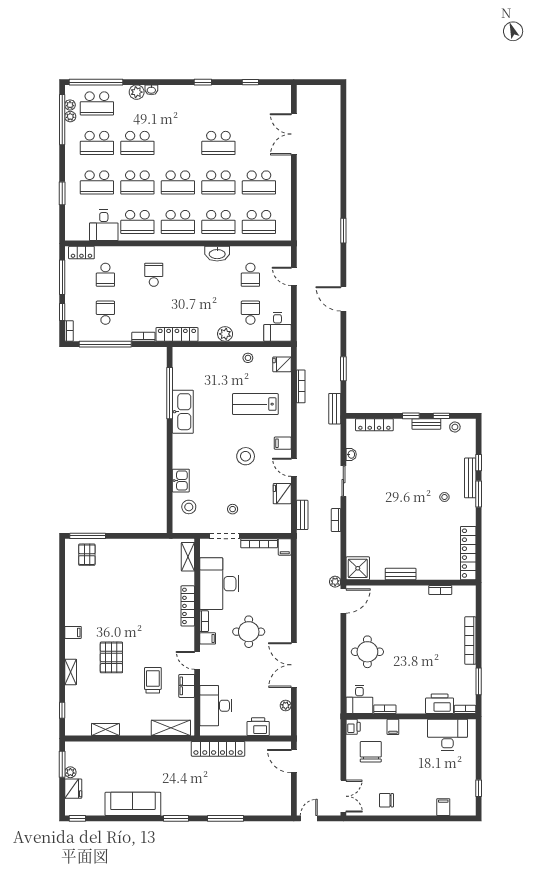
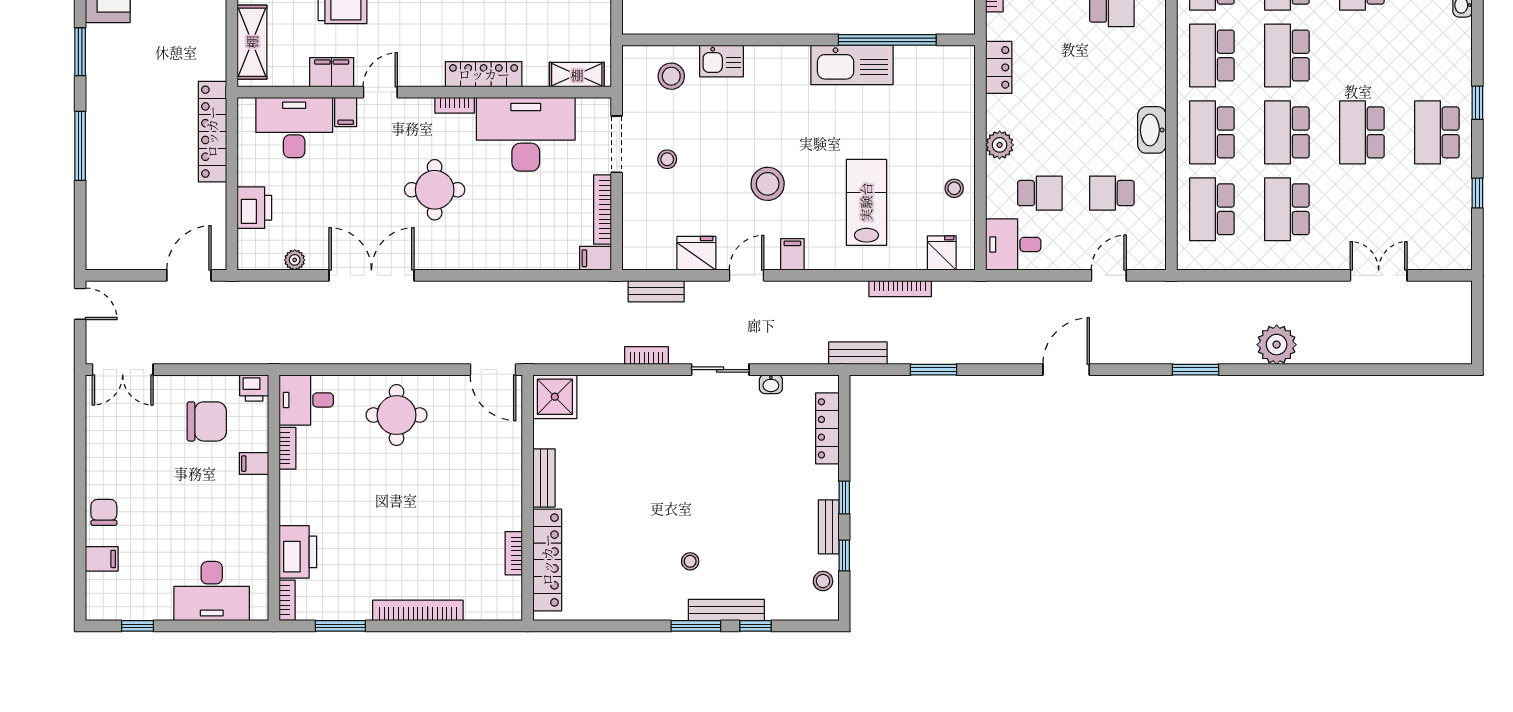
school desk: (218, 103) -> (1437, 132), added
double door: (294, 134) -> (1379, 275), width x0.73
locker: (177, 334) -> (999, 67), width x0.66
locker: (468, 553) -> (547, 560), moved, turned 90
plant: (335, 582) -> (1277, 345), moved, width x1.88, depth x1.88
filing cabinet: (208, 638) -> (346, 112), moved
desk: (447, 735) -> (212, 591), moved, turned 90
chair: (386, 800) -> (104, 512), moved

